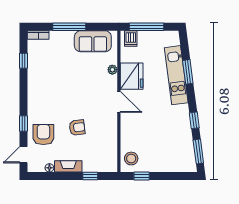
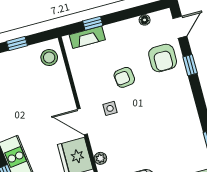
side table: (95, 106) -> (110, 108), added
fireplace: (68, 166) -> (87, 37), moved
window: (142, 176) -> (17, 44), moved

